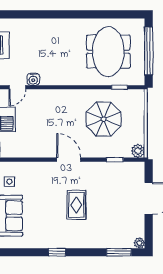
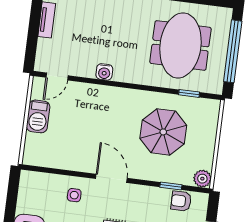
water cooler: (33, 79) -> (104, 72), moved
armchair: (124, 170) -> (181, 201), added
side table: (9, 182) -> (74, 195), moved

